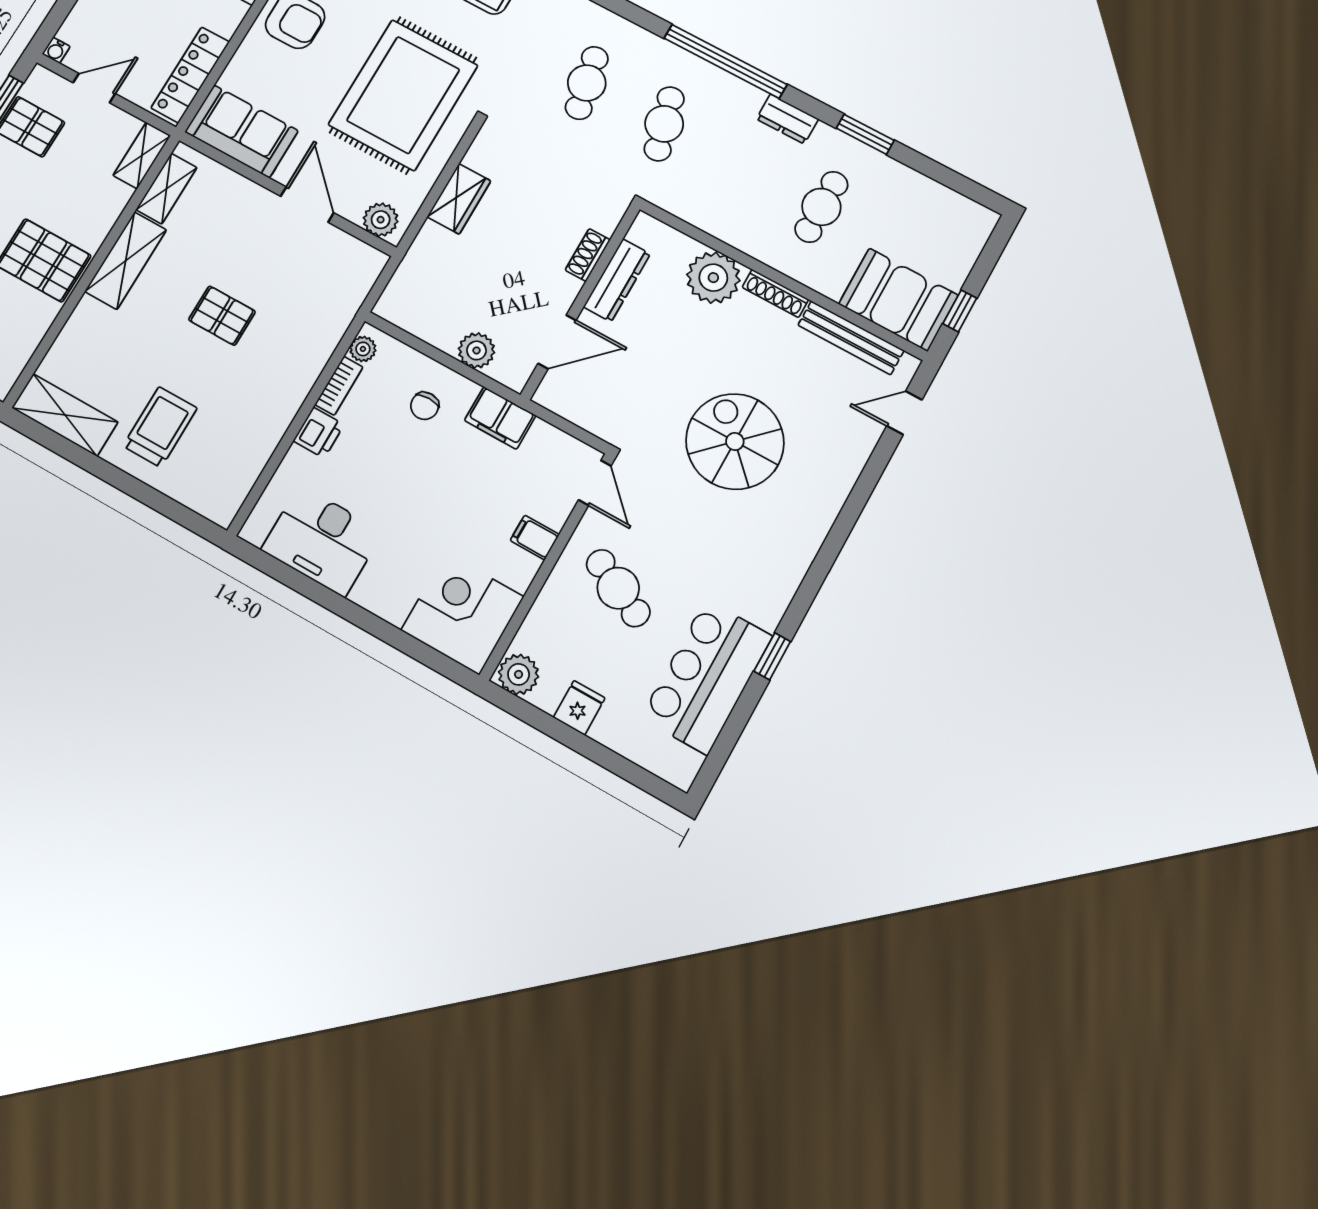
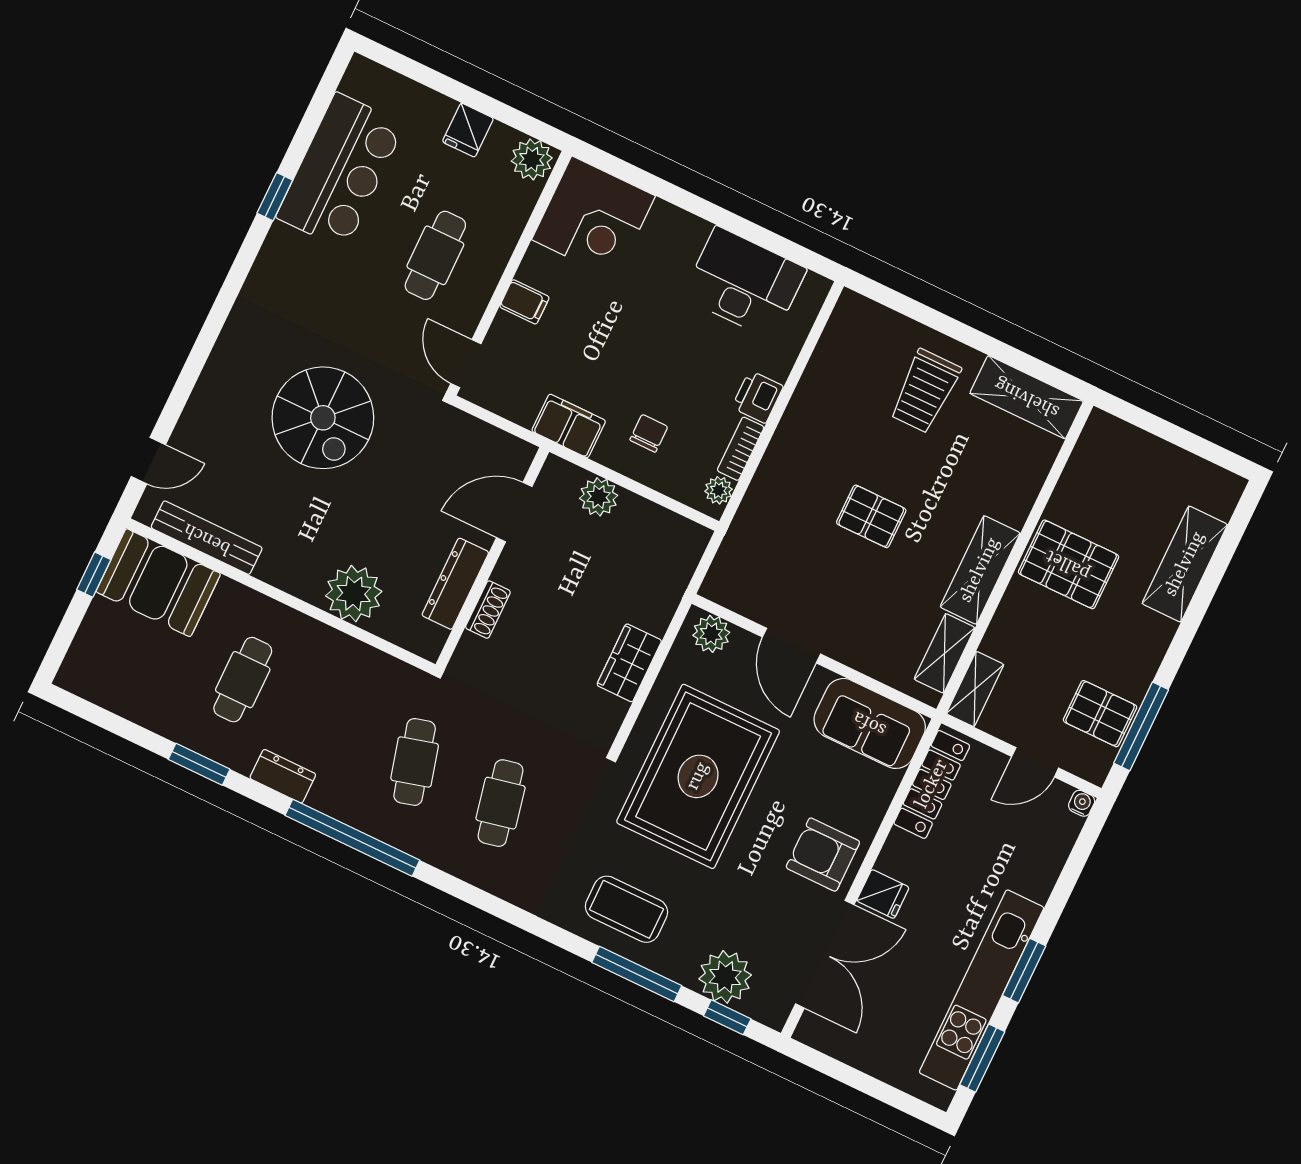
shoe rack: (775, 293) -> (288, 581), removed
cafe table: (618, 588) -> (435, 255), turned 64

